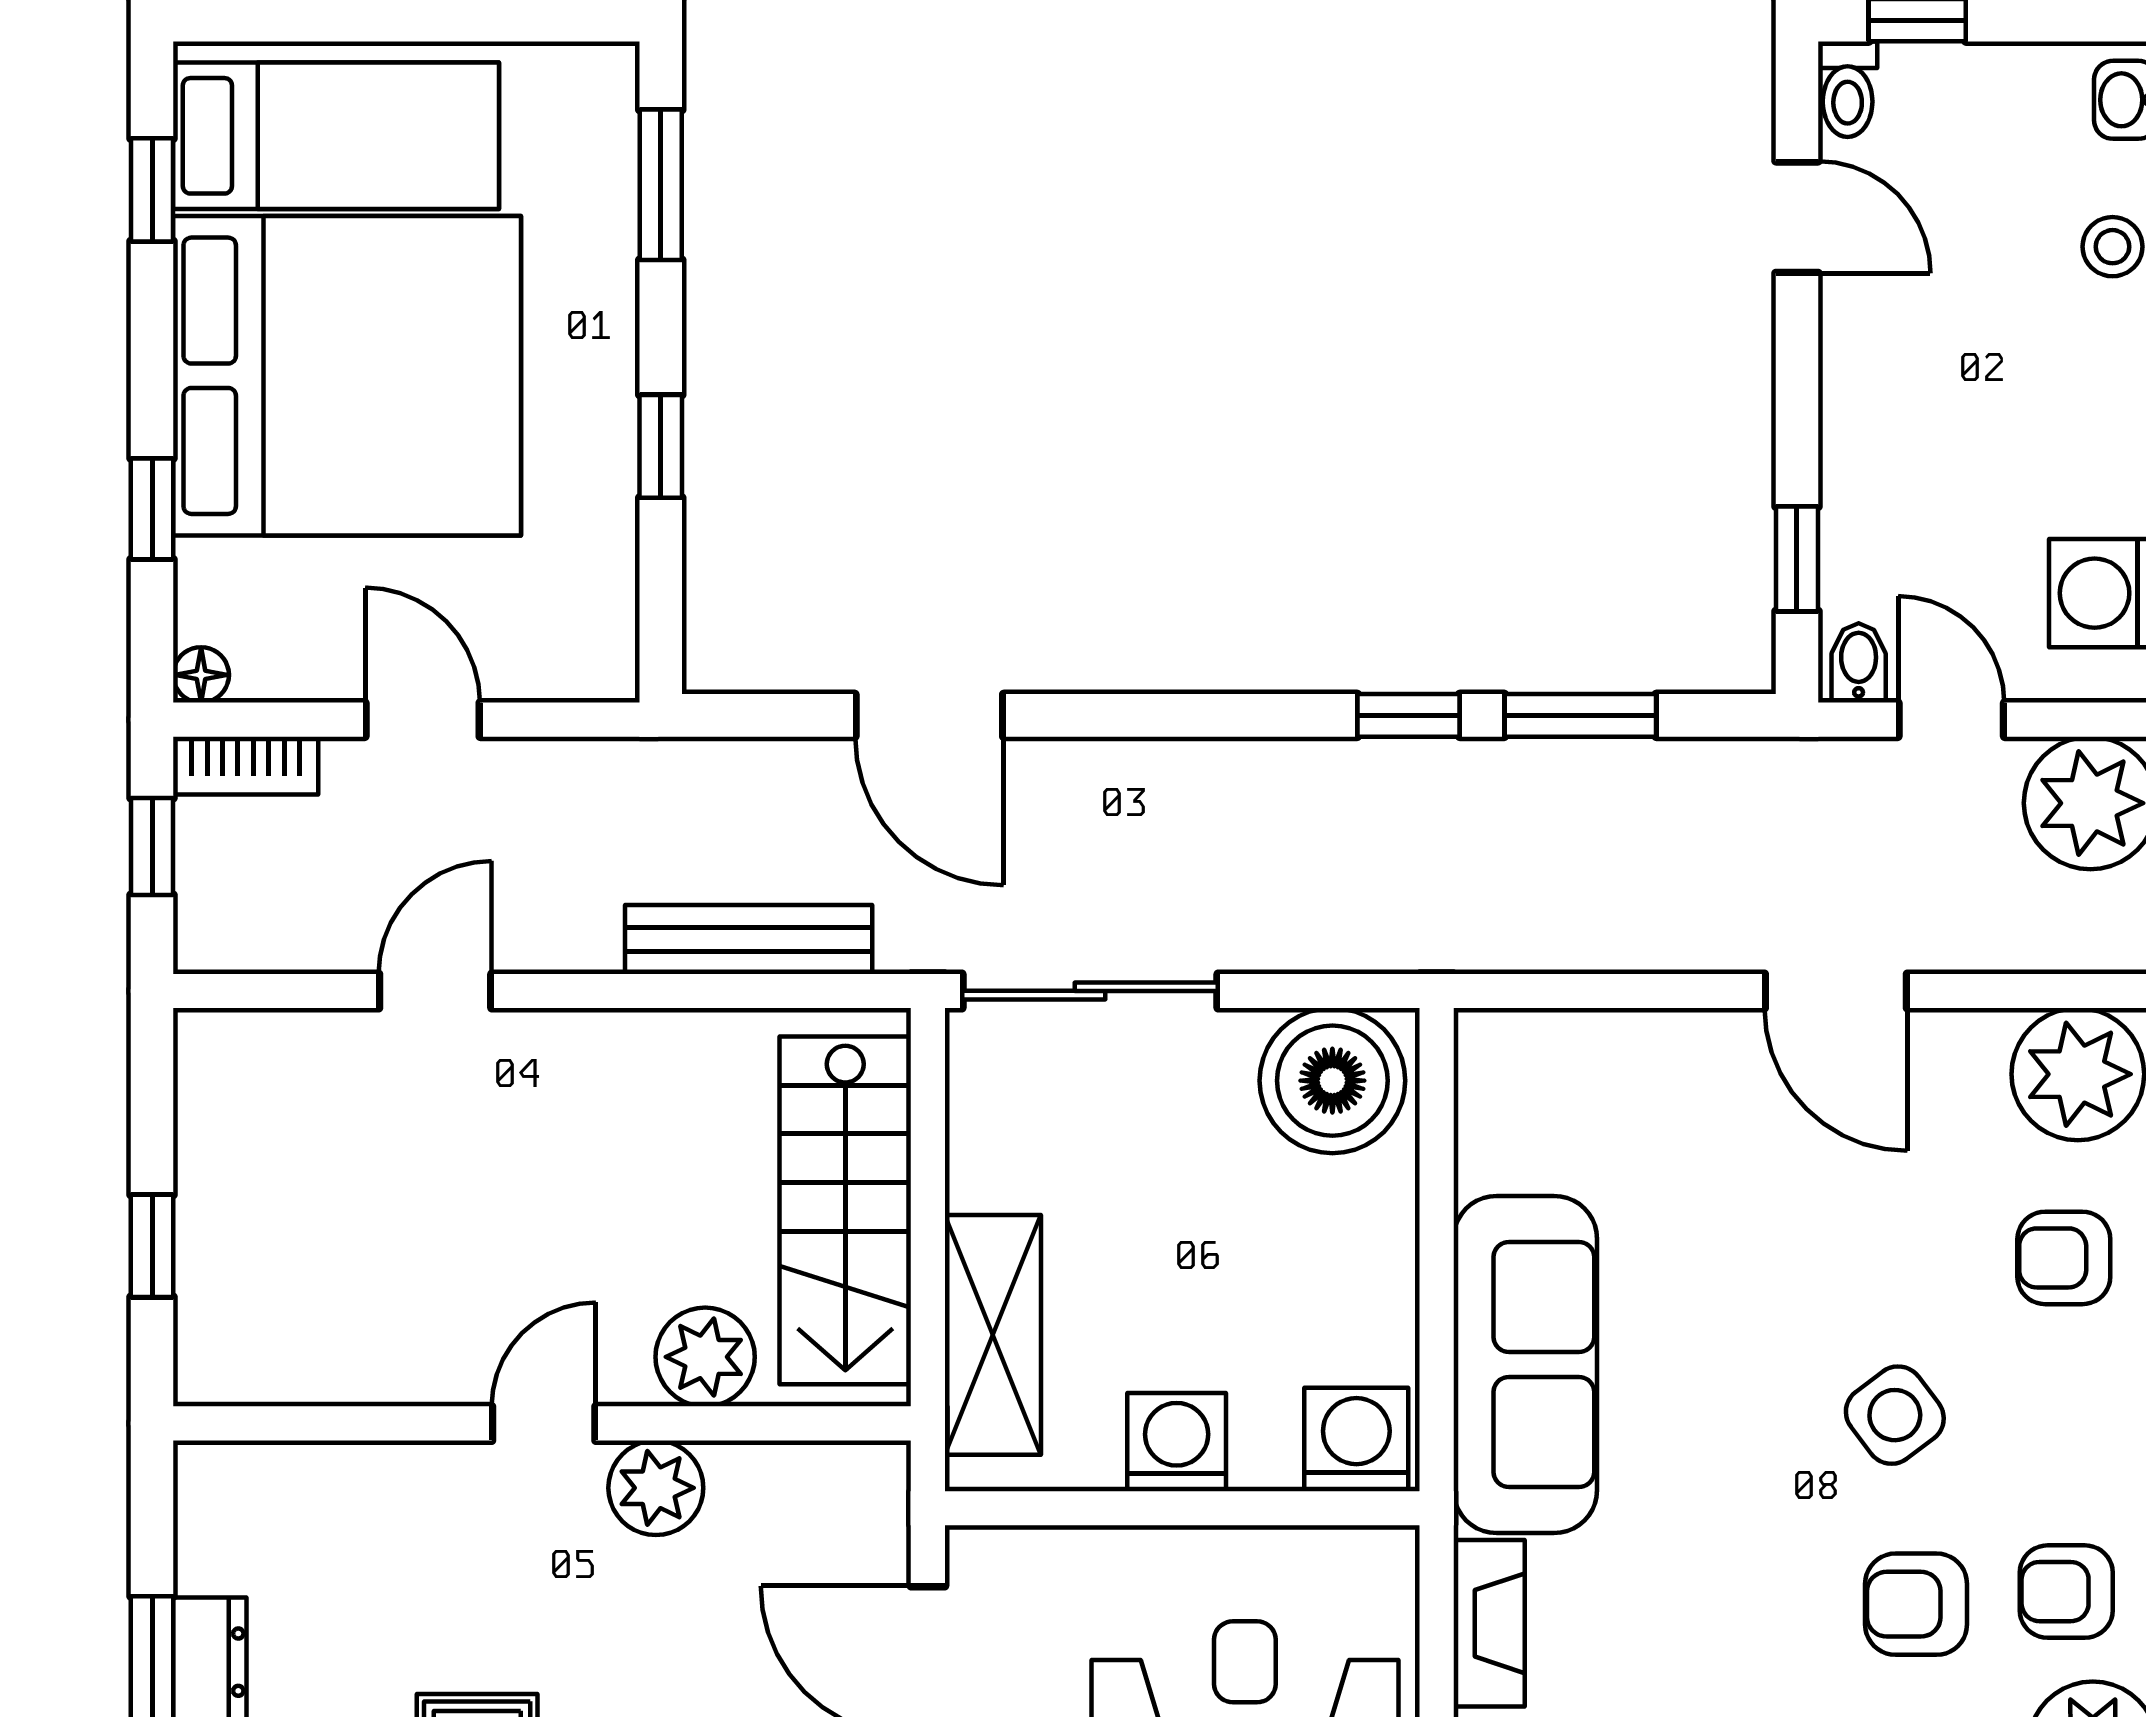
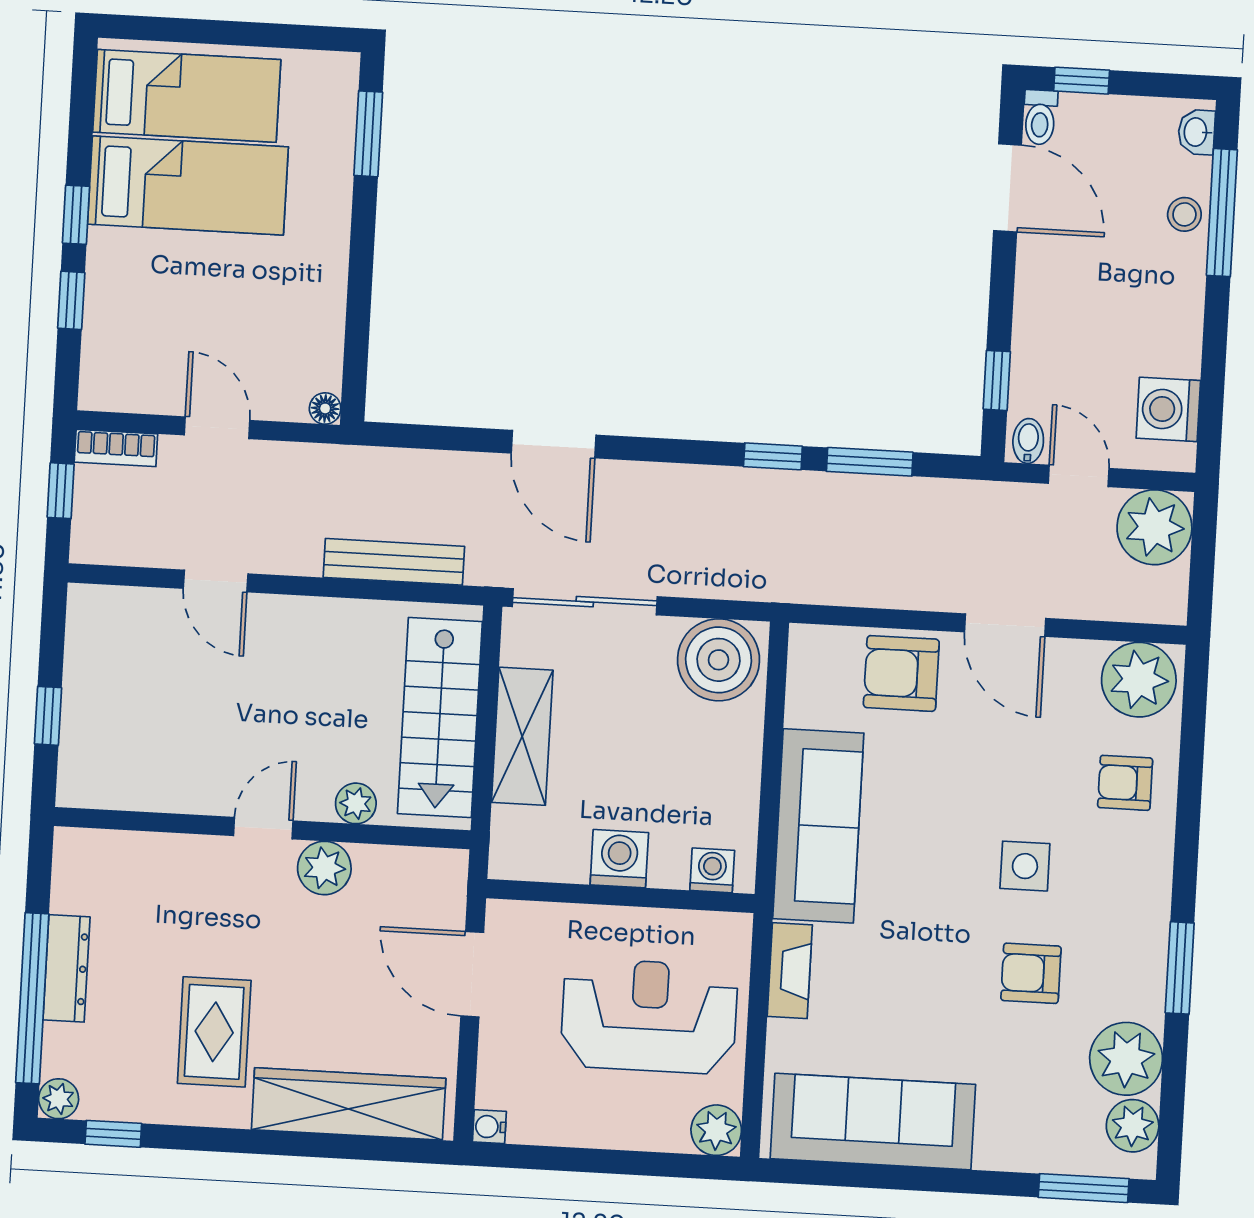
window: (152, 190) -> (76, 215), moved
door: (1797, 217) -> (1008, 188), width x1.38
bed: (347, 376) -> (188, 185), width x0.49
window: (661, 446) -> (360, 281), removed
floor lamp: (201, 675) -> (325, 408), moved
door: (929, 715) -> (554, 444), moved
door: (435, 991) -> (216, 581), swing flipped
shelving: (993, 1335) -> (522, 736), moved
plant: (705, 1357) -> (356, 803), width x0.73, depth x0.73
side table: (1895, 1415) -> (1025, 866), turned 37
washing machine: (1356, 1439) -> (712, 870), width x0.73, depth x0.73
armchair: (2066, 1592) -> (901, 673), moved, width x1.38, depth x1.38

